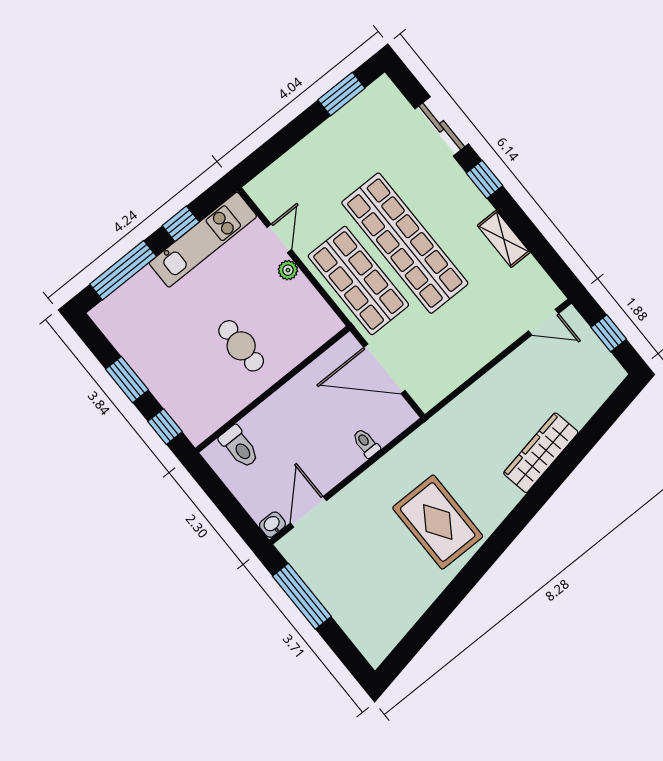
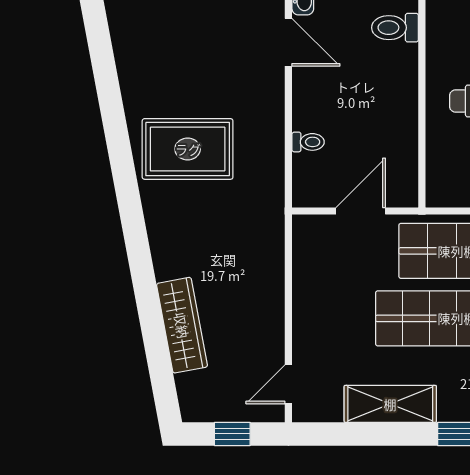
shelving: (504, 239) -> (390, 404), width x1.50, depth x1.33
door: (384, 369) -> (361, 211), width x0.73
wardrobe: (541, 453) -> (182, 325), moved

